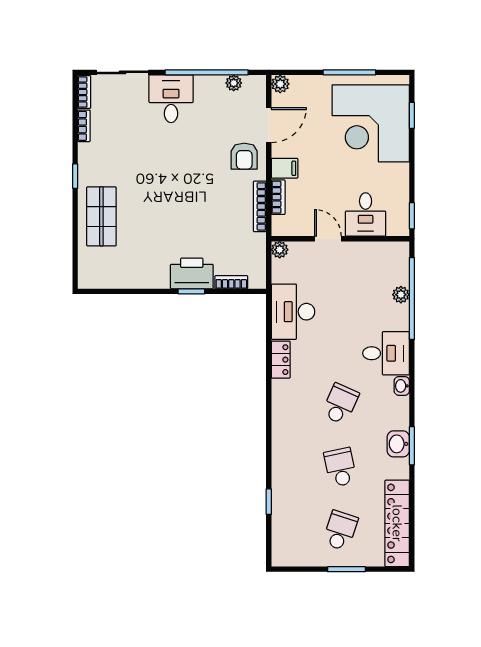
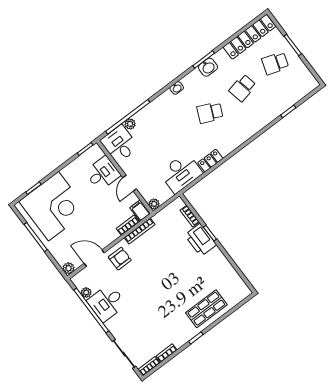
desk: (171, 99) -> (107, 303), moved
filing cabinet: (285, 168) -> (140, 211), moved
desk: (386, 353) -> (119, 144), moved

